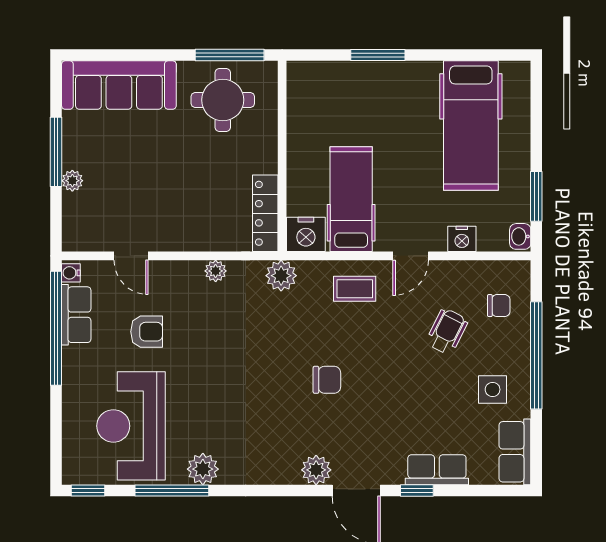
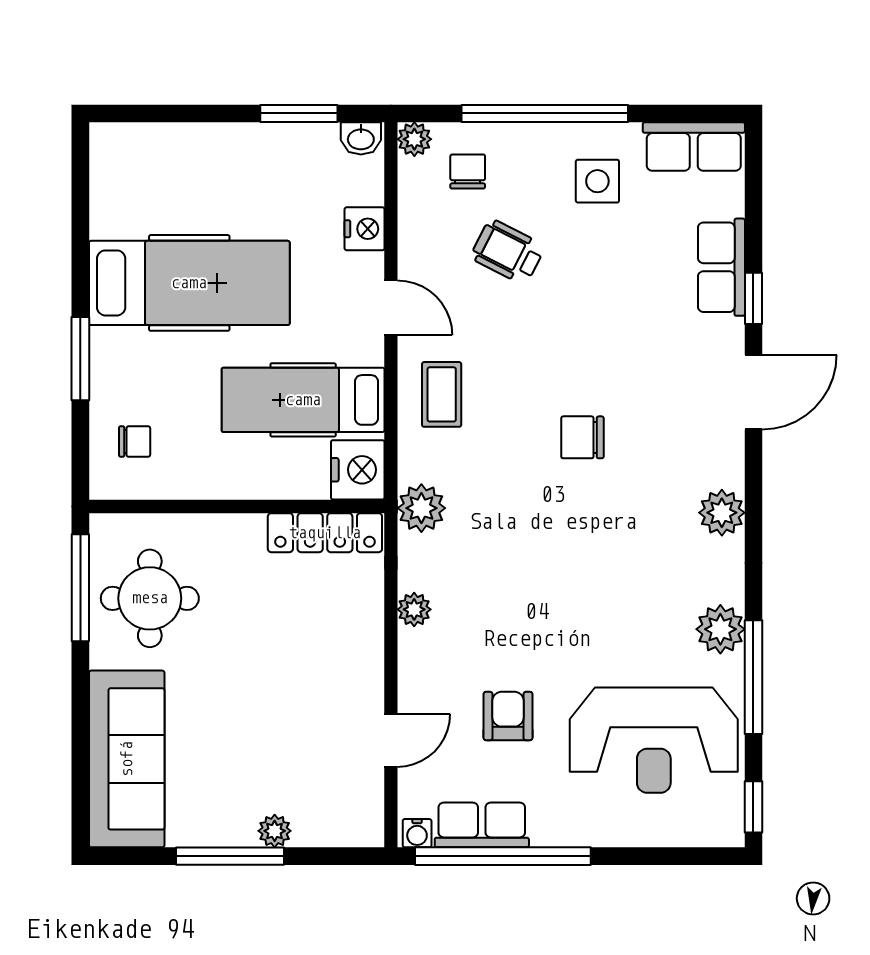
chair: (324, 90) -> (135, 442), added
hospital bed: (471, 126) -> (189, 283), moved
plant: (520, 271) -> (414, 139), added
chair: (327, 380) -> (582, 437), turned -90
plant: (316, 470) -> (722, 513), moved

